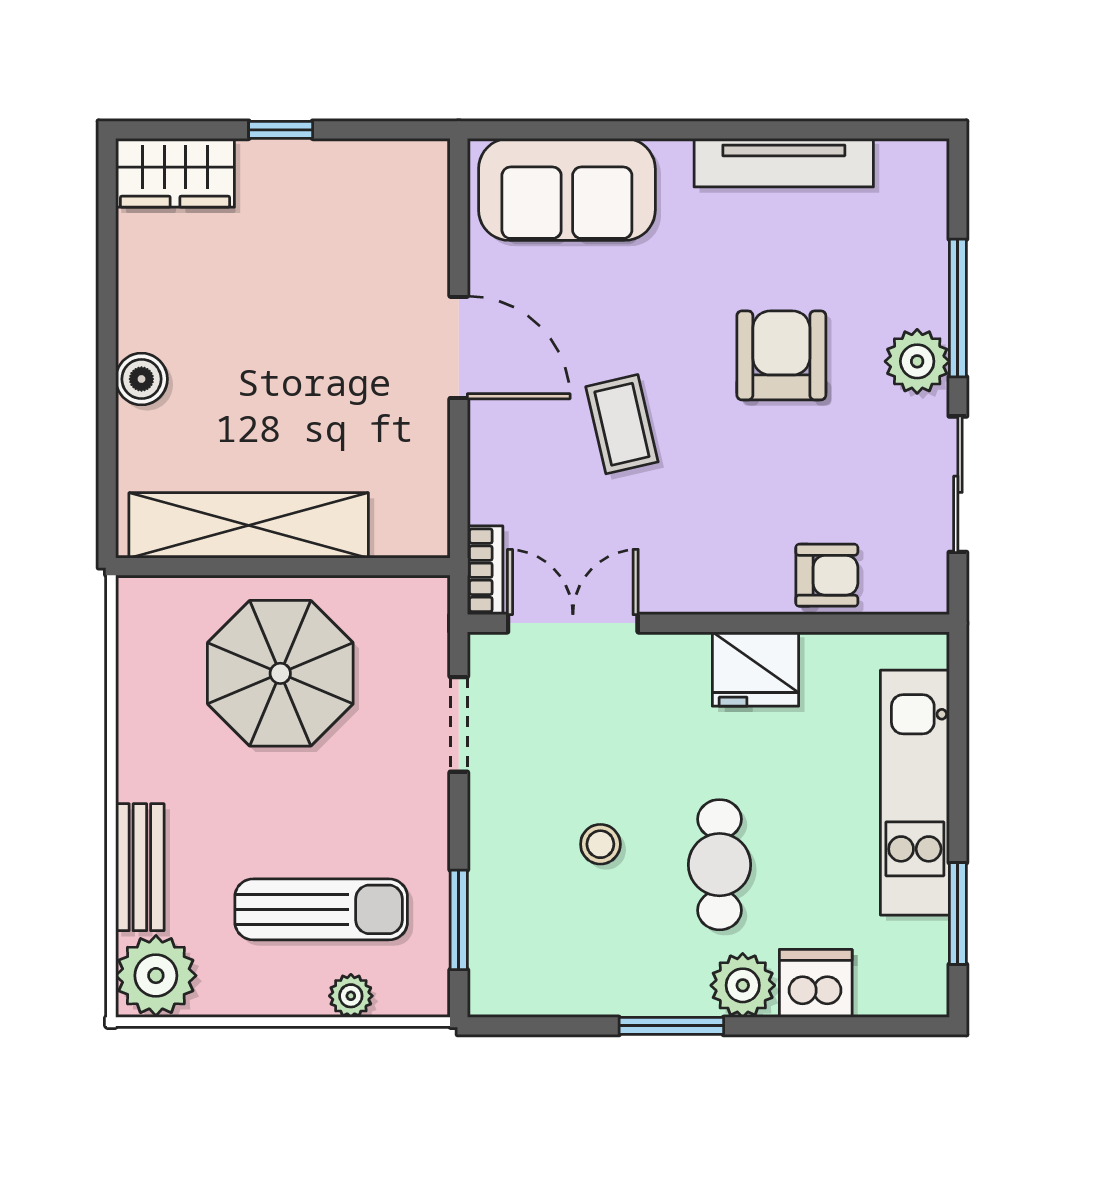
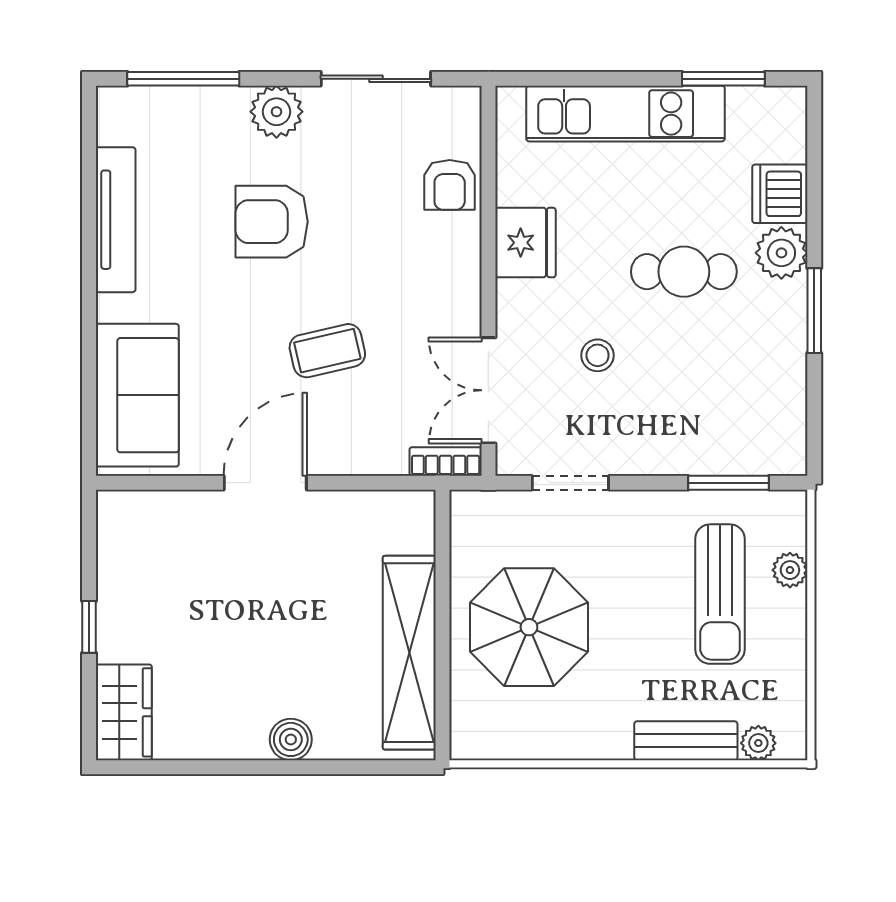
window: (958, 308) -> (183, 79), moved
armchair: (827, 575) -> (450, 185), turned 180
stool: (600, 844) -> (598, 355), moved
sun lounger: (321, 909) -> (720, 594), turned 180
plant: (156, 976) -> (758, 743), width x0.53, depth x0.53

